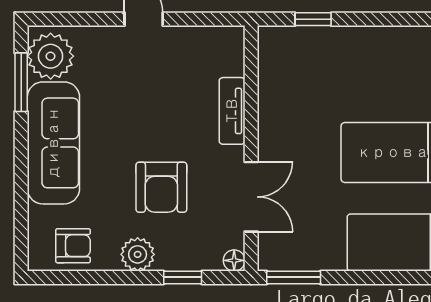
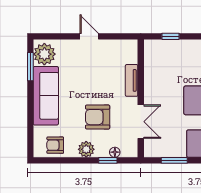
armchair: (161, 187) -> (98, 117), turned 90
armchair: (73, 246) -> (55, 145), turned 180
floor lamp: (234, 260) -> (115, 152), moved
window: (294, 277) -> (174, 160), moved

